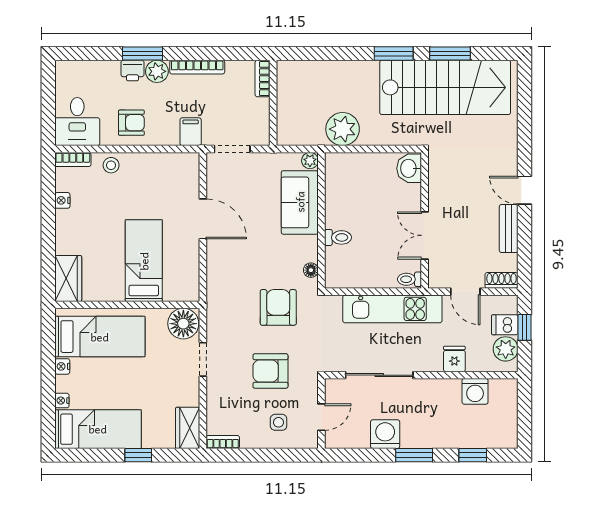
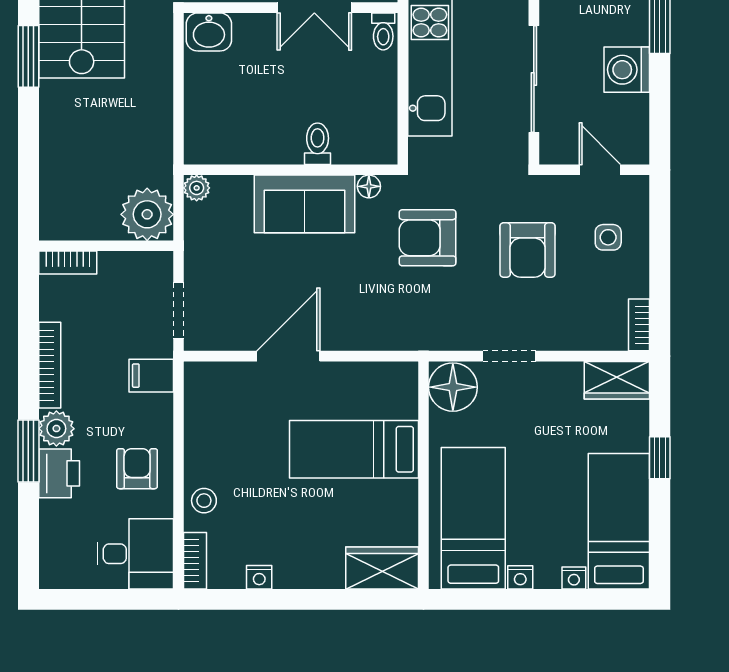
printer: (132, 71) -> (59, 473), width x1.36, depth x1.24
plant: (343, 129) -> (147, 214), moved
sofa: (300, 202) -> (305, 204), moved

